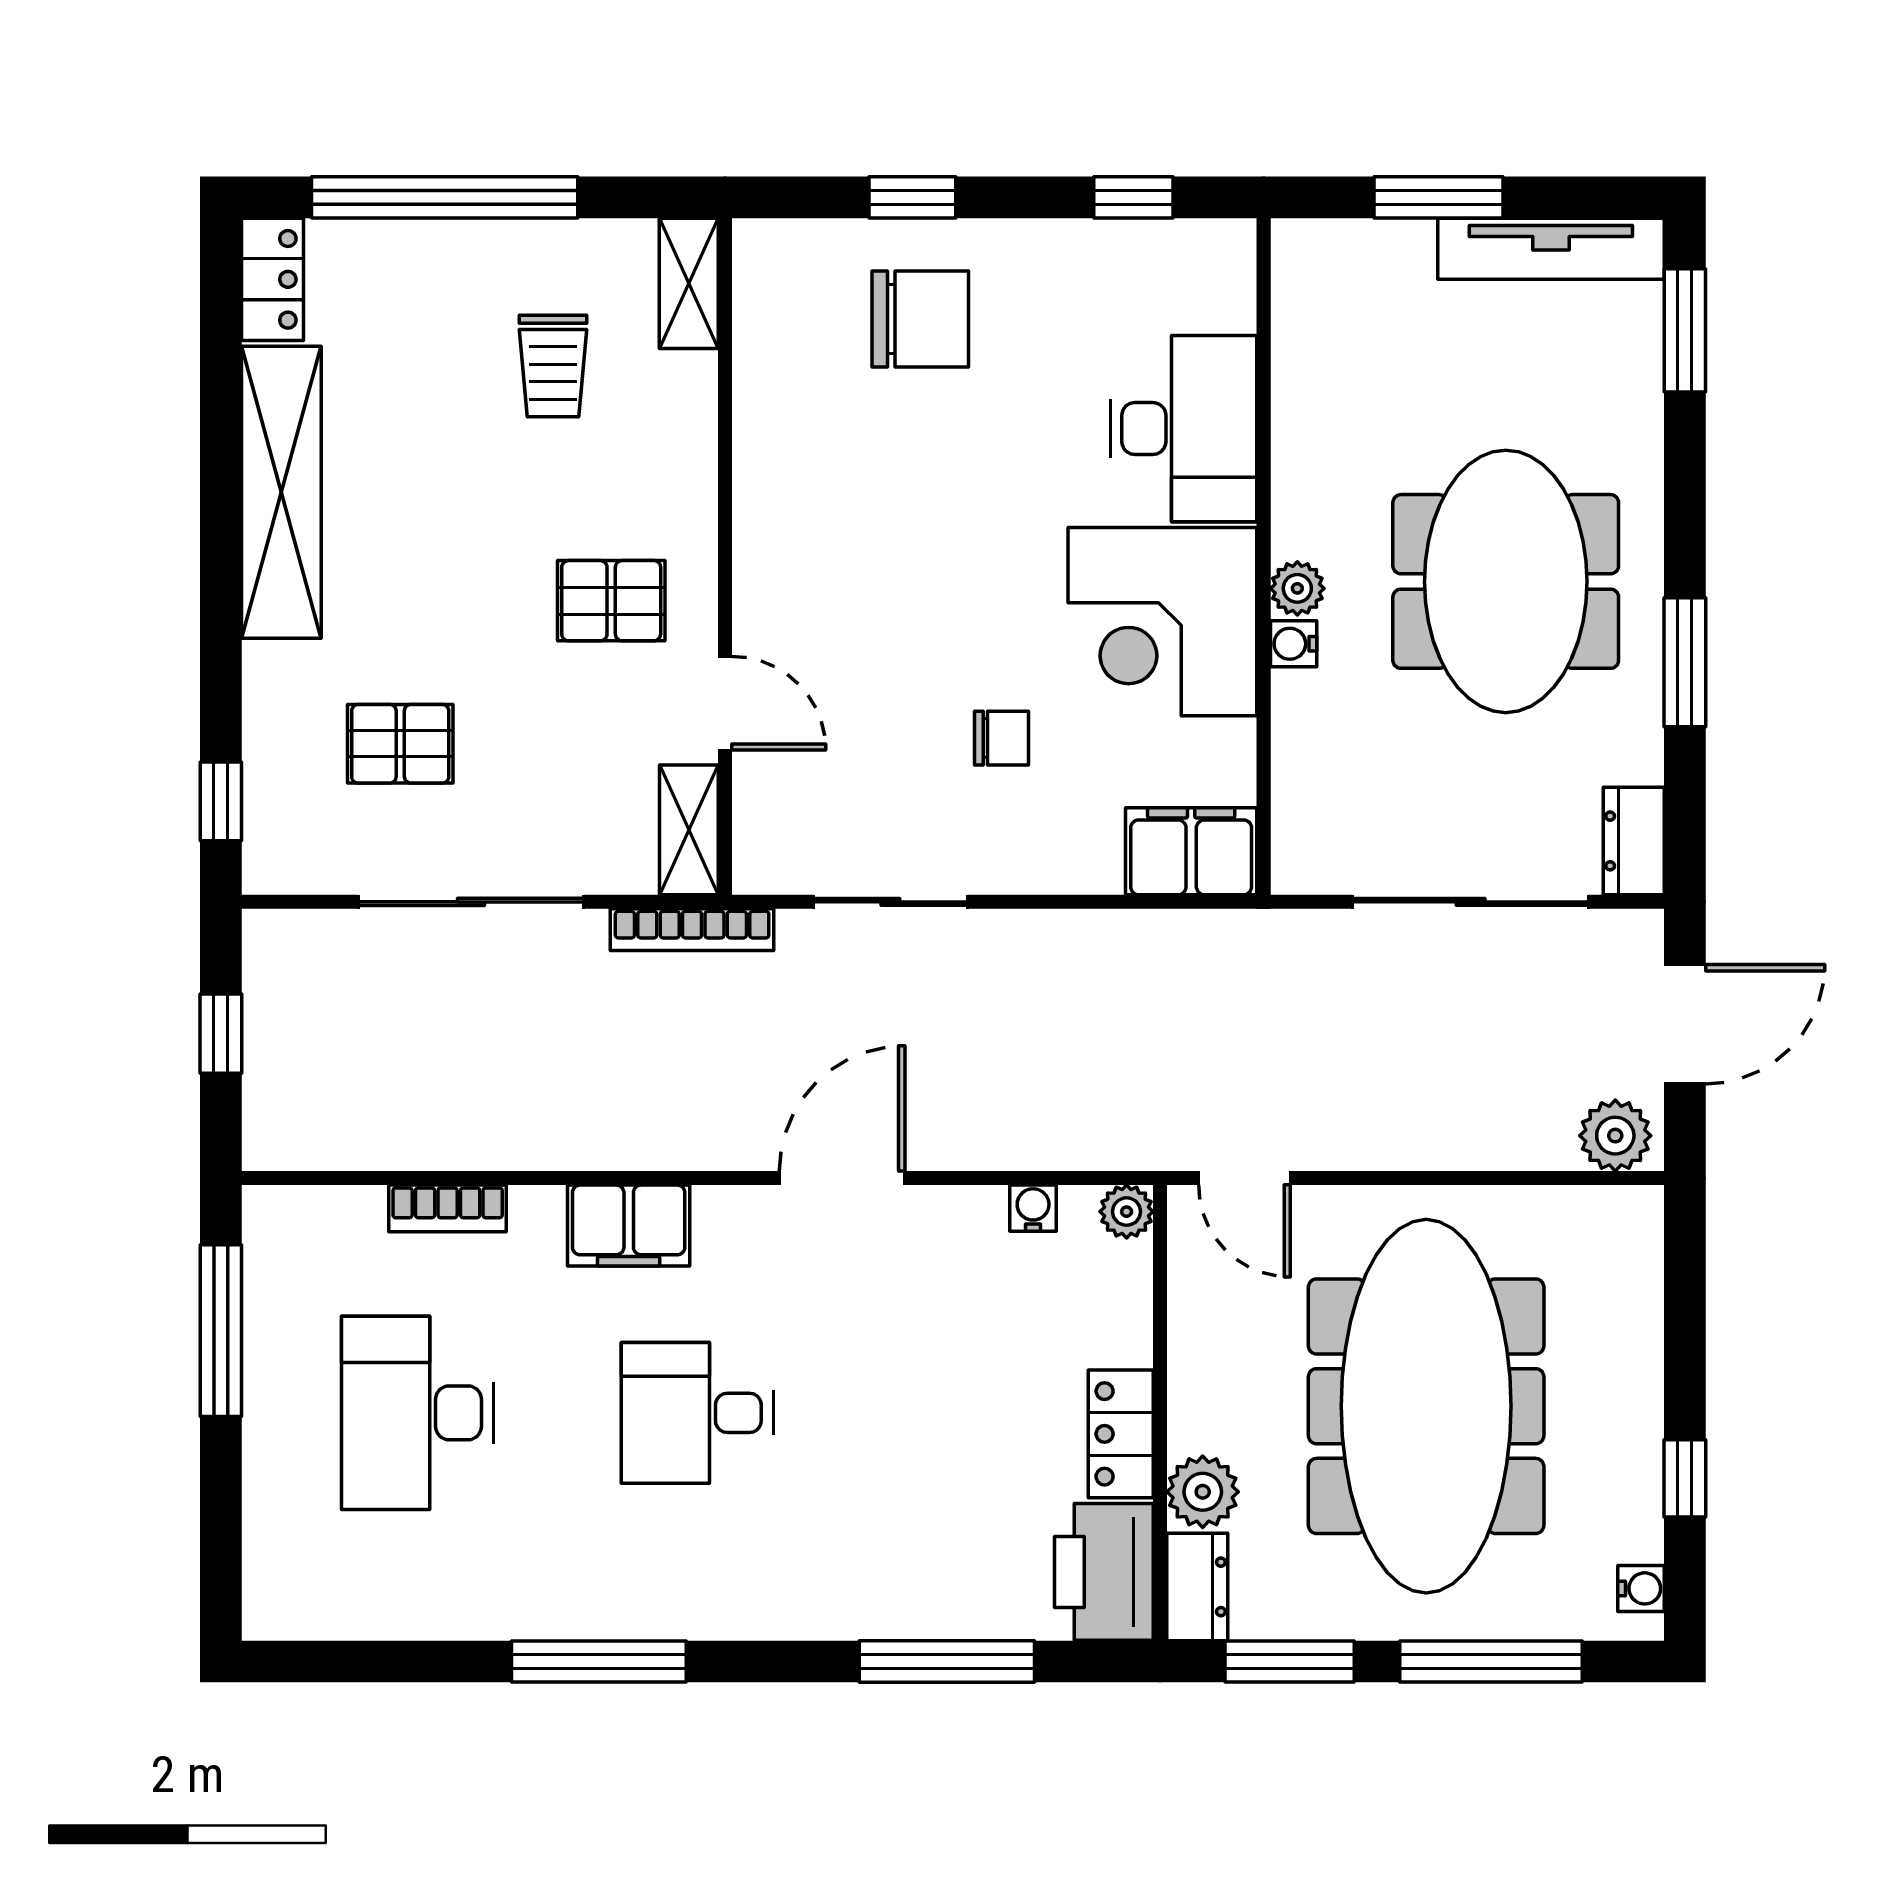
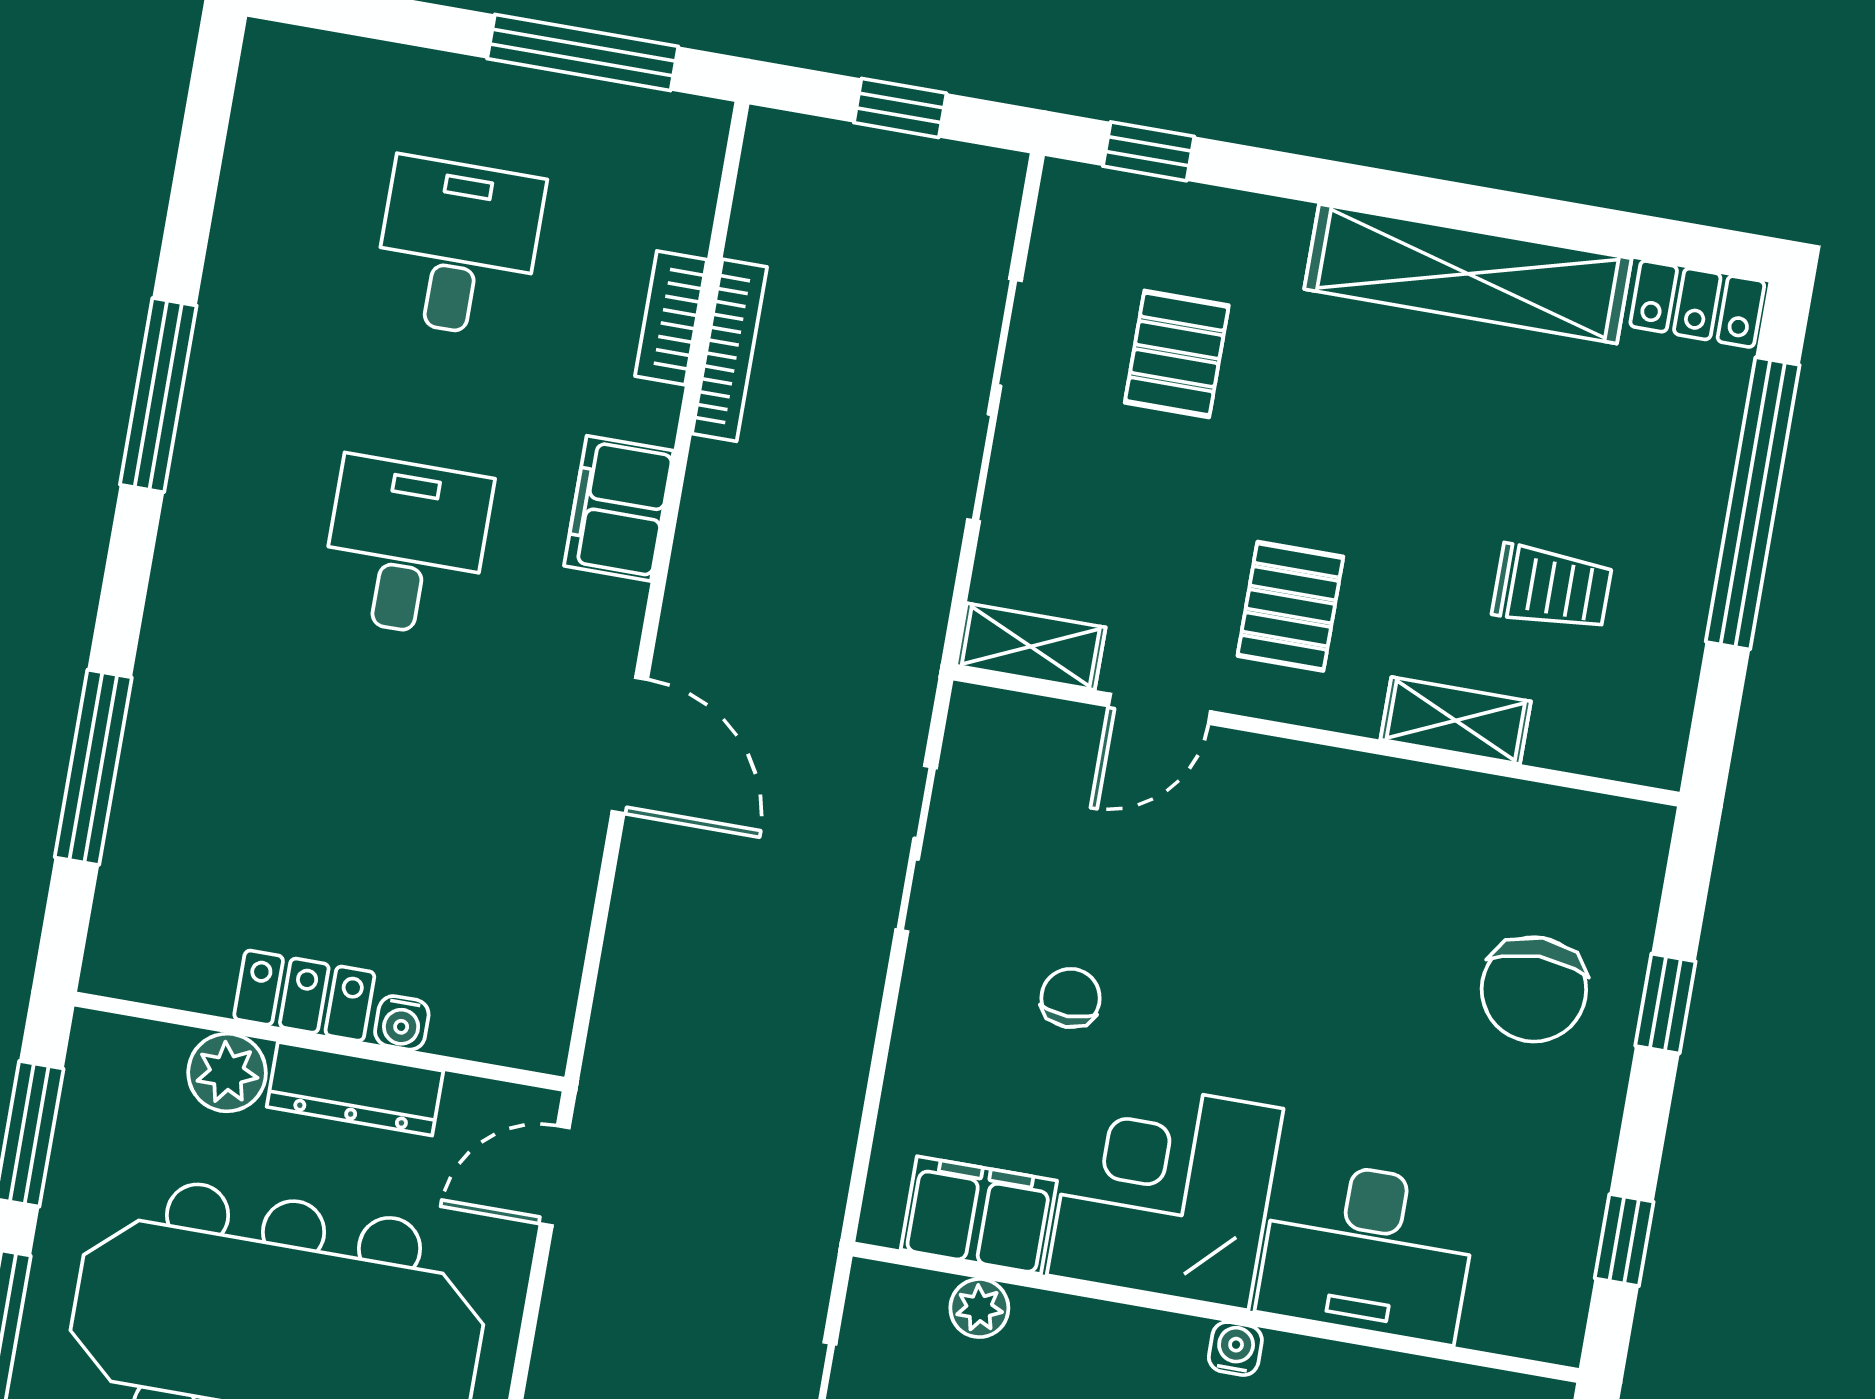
shelving: (689, 283) -> (1456, 720), moved
trolley: (553, 366) -> (1552, 588), turned 180
plant: (1297, 588) -> (979, 1308), moved
water cooler: (1294, 644) -> (1235, 1349), moved
chair: (1001, 738) -> (1071, 998), turned 180
filing cabinet: (1191, 851) -> (979, 1215), moved, turned -90
bookcase: (692, 930) -> (729, 350), moved, turned 180
water cooler: (1033, 1208) -> (402, 1023), moved, turned 90
plant: (1127, 1212) -> (541, 1043), removed
desk: (417, 1413) -> (458, 247), width x0.73
printer: (1104, 1572) -> (160, 952), removed
dresser: (1197, 1587) -> (355, 1089), moved, width x1.44

